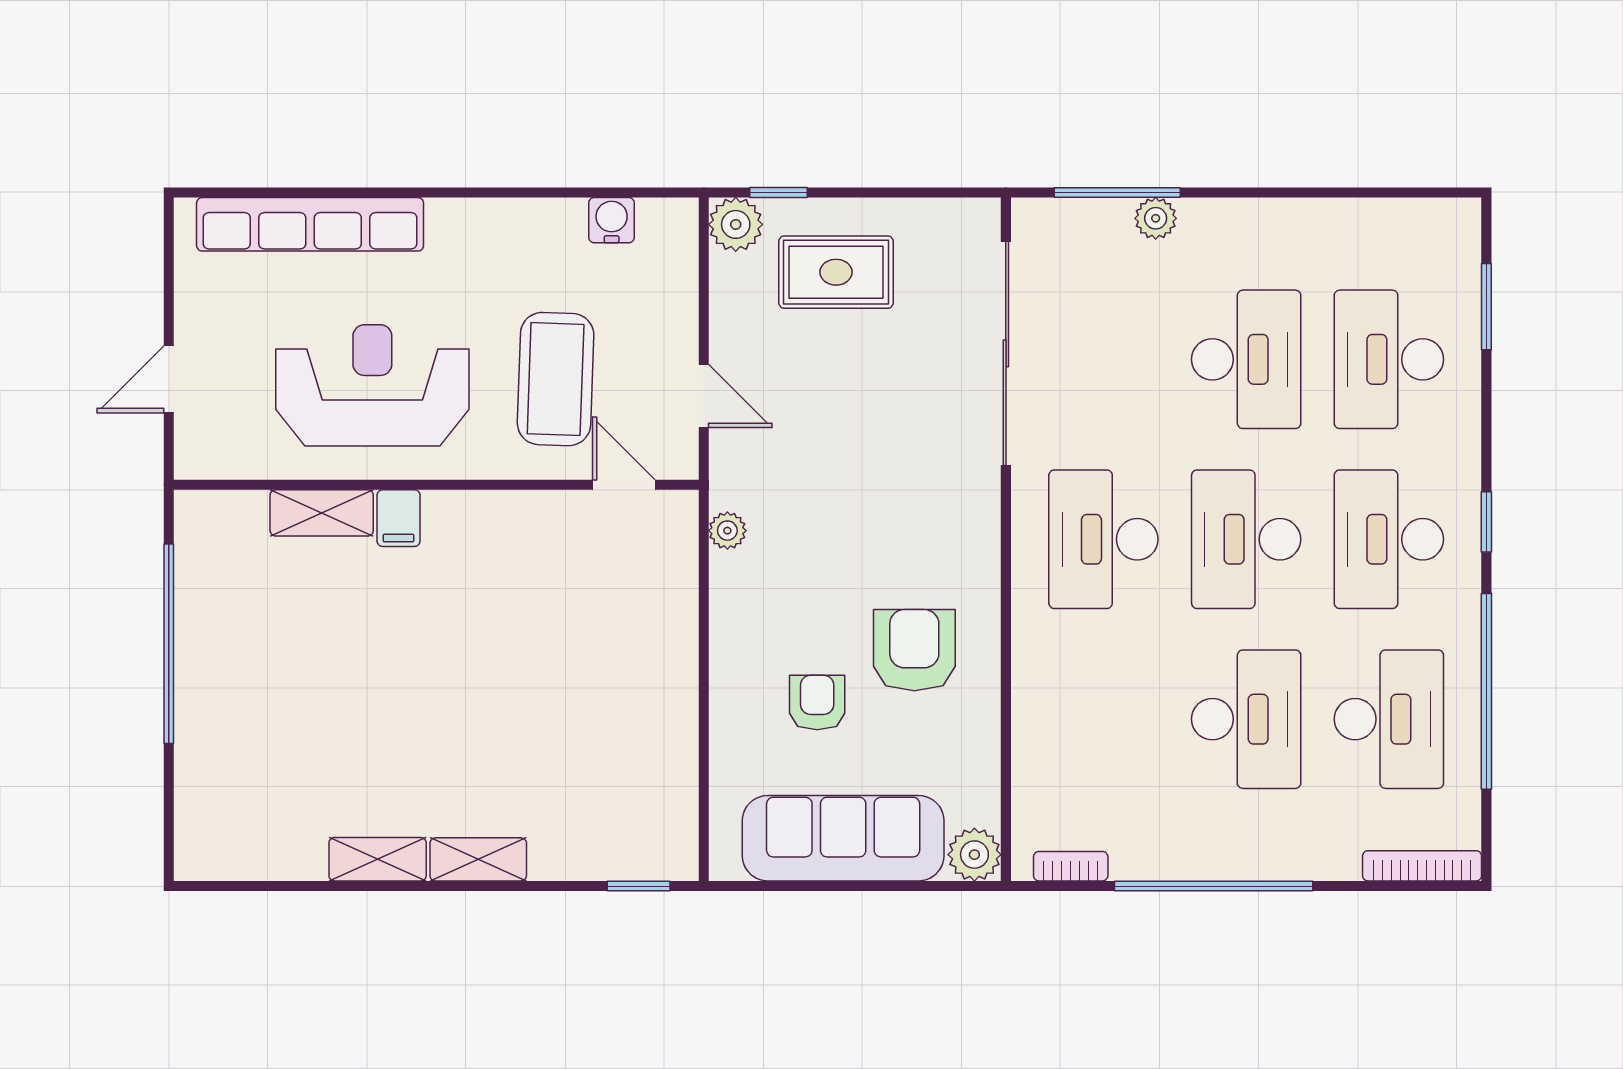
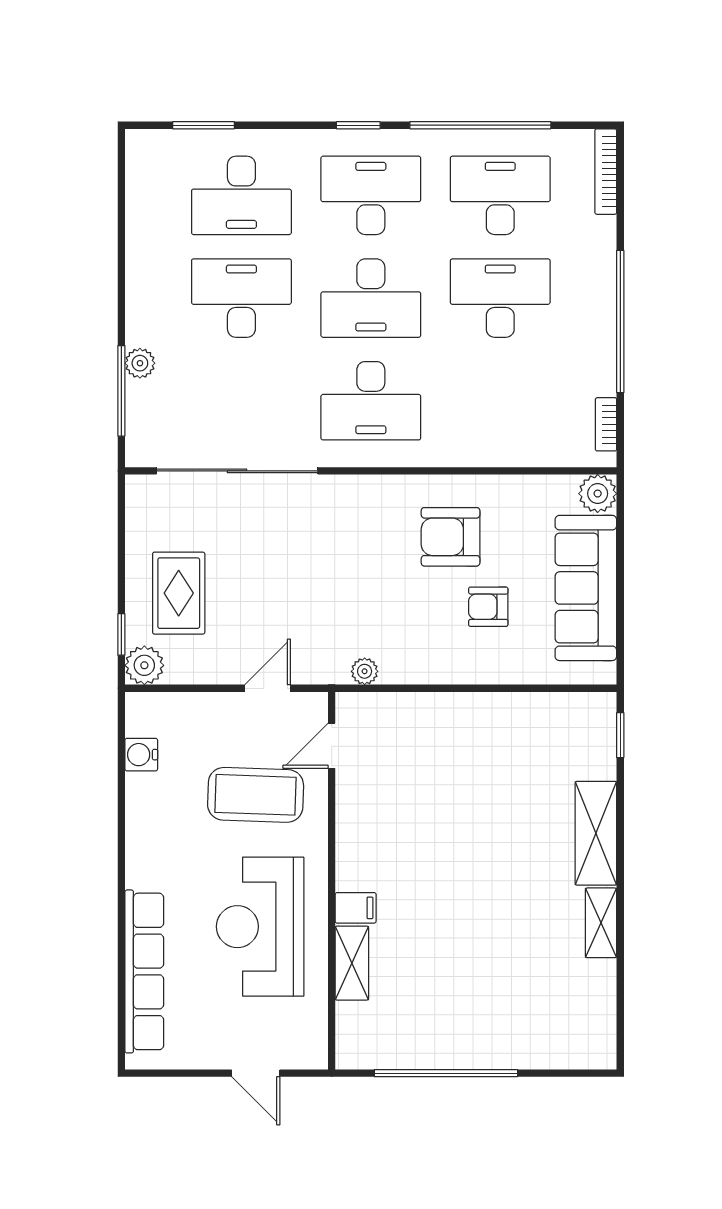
desk: (1389, 539) -> (371, 195), turned 180
shelving: (478, 859) -> (596, 833), width x1.50, depth x1.33

